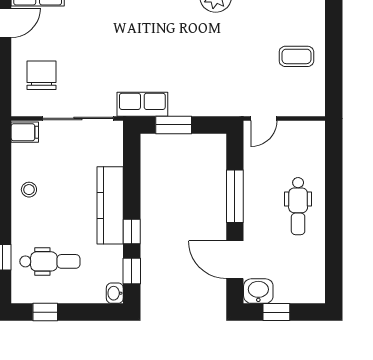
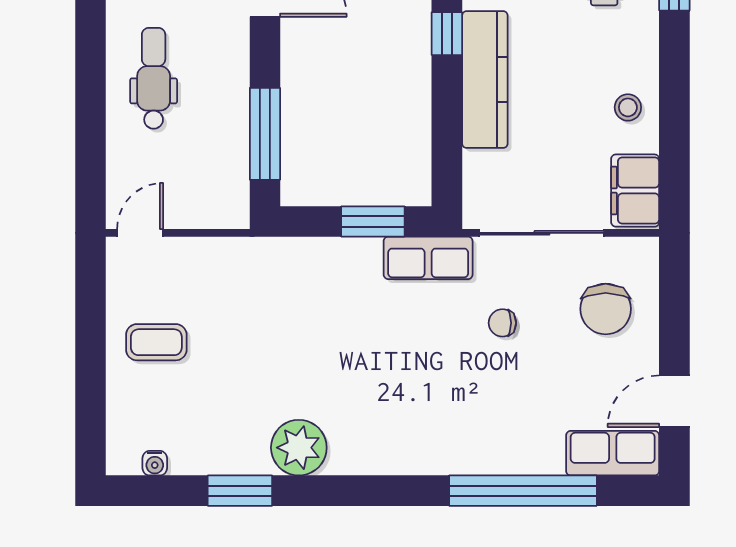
chair: (100, 67) -> (502, 323), added
door: (264, 118) -> (140, 233), moved
filing cabinet: (25, 132) -> (635, 191), width x2.00
window: (235, 196) -> (265, 134), moved

